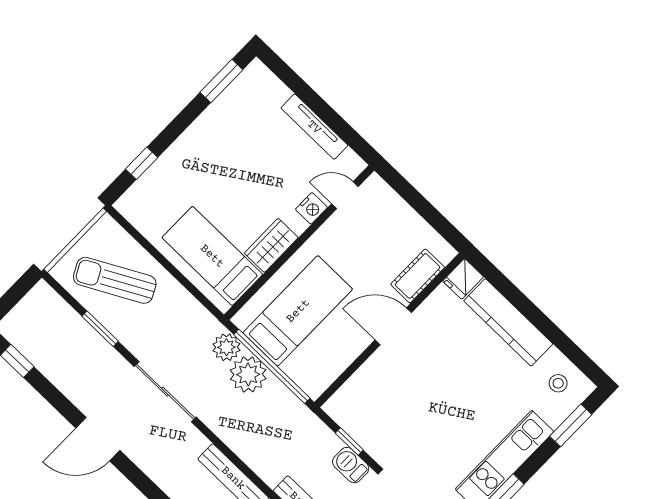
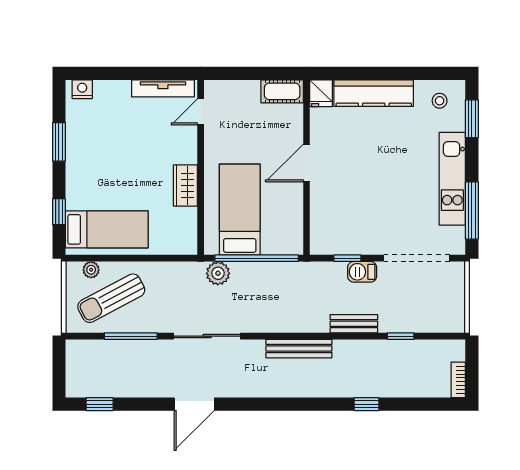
window: (221, 81) -> (59, 142), moved
tv unit: (314, 127) -> (163, 88), moved
nightstand: (311, 208) -> (82, 89), moved, turned -90
bed: (212, 256) -> (107, 229), moved, turned 180
cot: (418, 276) -> (282, 91), moved, turned 90
window: (100, 329) -> (131, 336), width x1.44
plant: (248, 374) -> (91, 270), moved, width x0.53, depth x0.53

